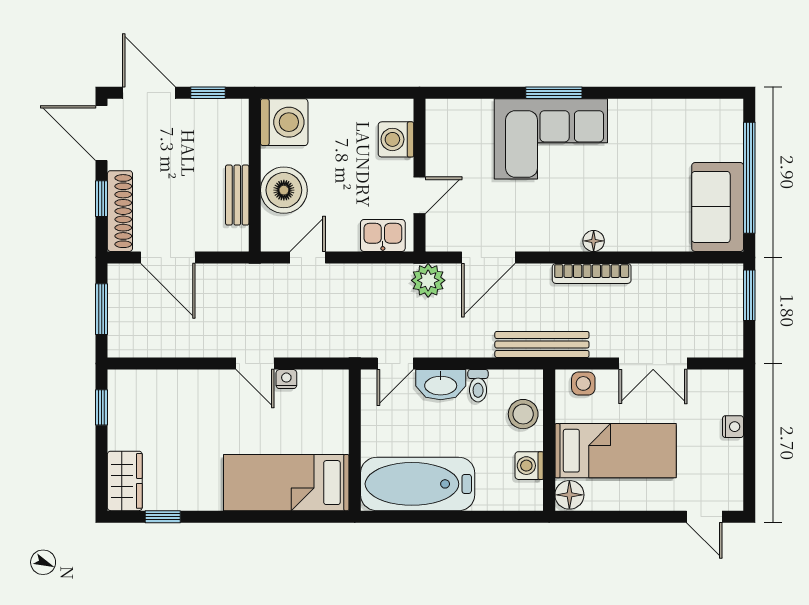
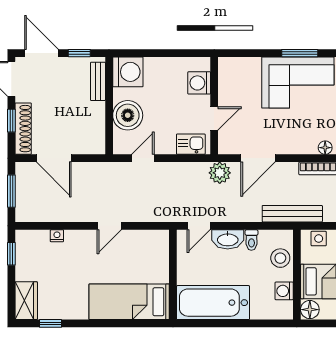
bench: (237, 195) -> (98, 81), moved
door: (255, 364) -> (109, 226), hinge flipped
nightstand: (286, 379) -> (57, 236), moved

